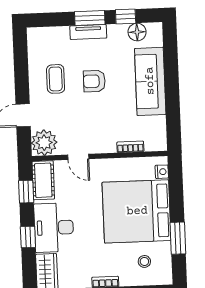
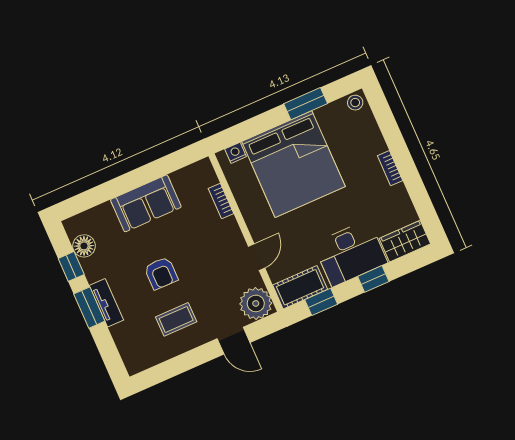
sofa: (150, 81) -> (146, 203), width x0.73
stool: (144, 261) -> (355, 103), moved

